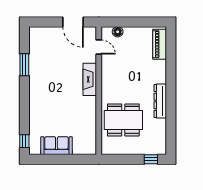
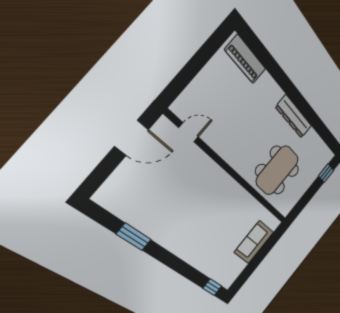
floor lamp: (118, 32) -> (191, 94), removed
fireplace: (90, 79) -> (213, 173), removed
sofa: (56, 146) -> (254, 242), moved

